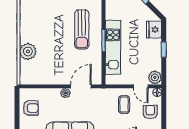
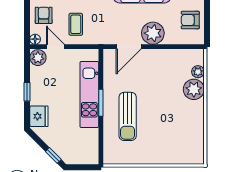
sun lounger: (82, 29) -> (128, 116), turned 180
plant: (24, 66) -> (198, 72), added
plant: (65, 93) -> (153, 33), width x1.87, depth x1.87
armchair: (150, 112) -> (44, 15), turned 180

